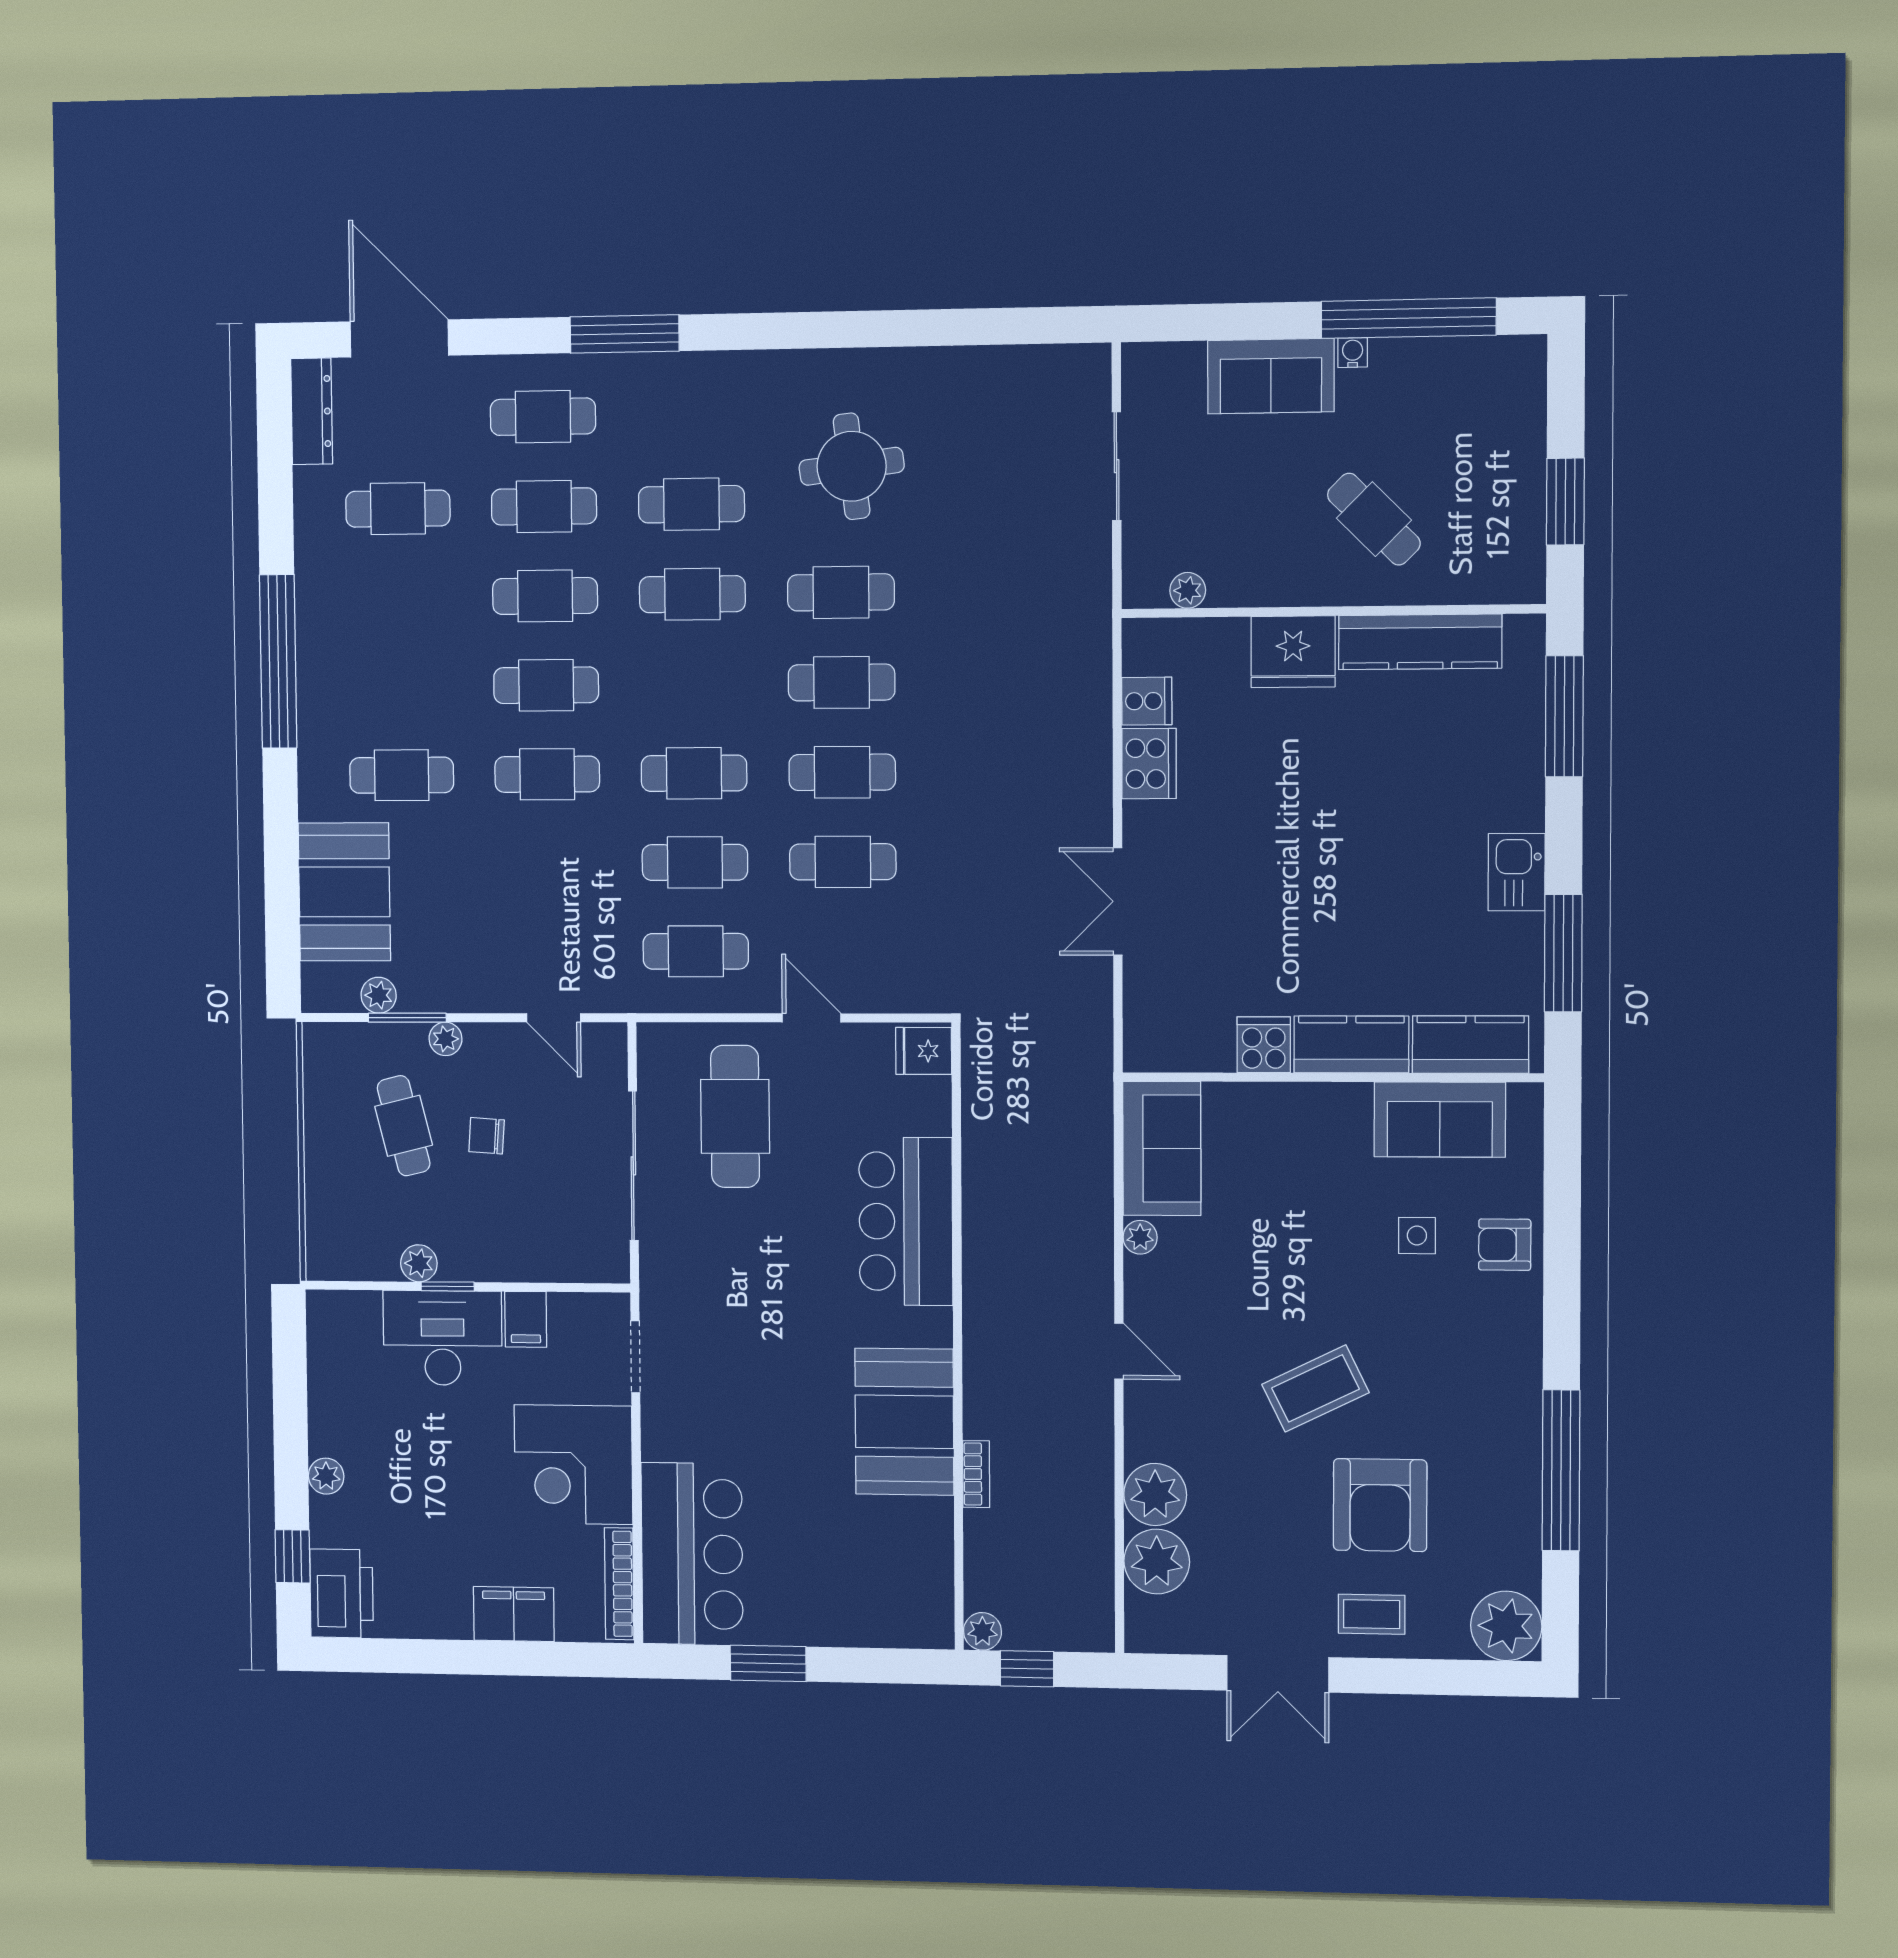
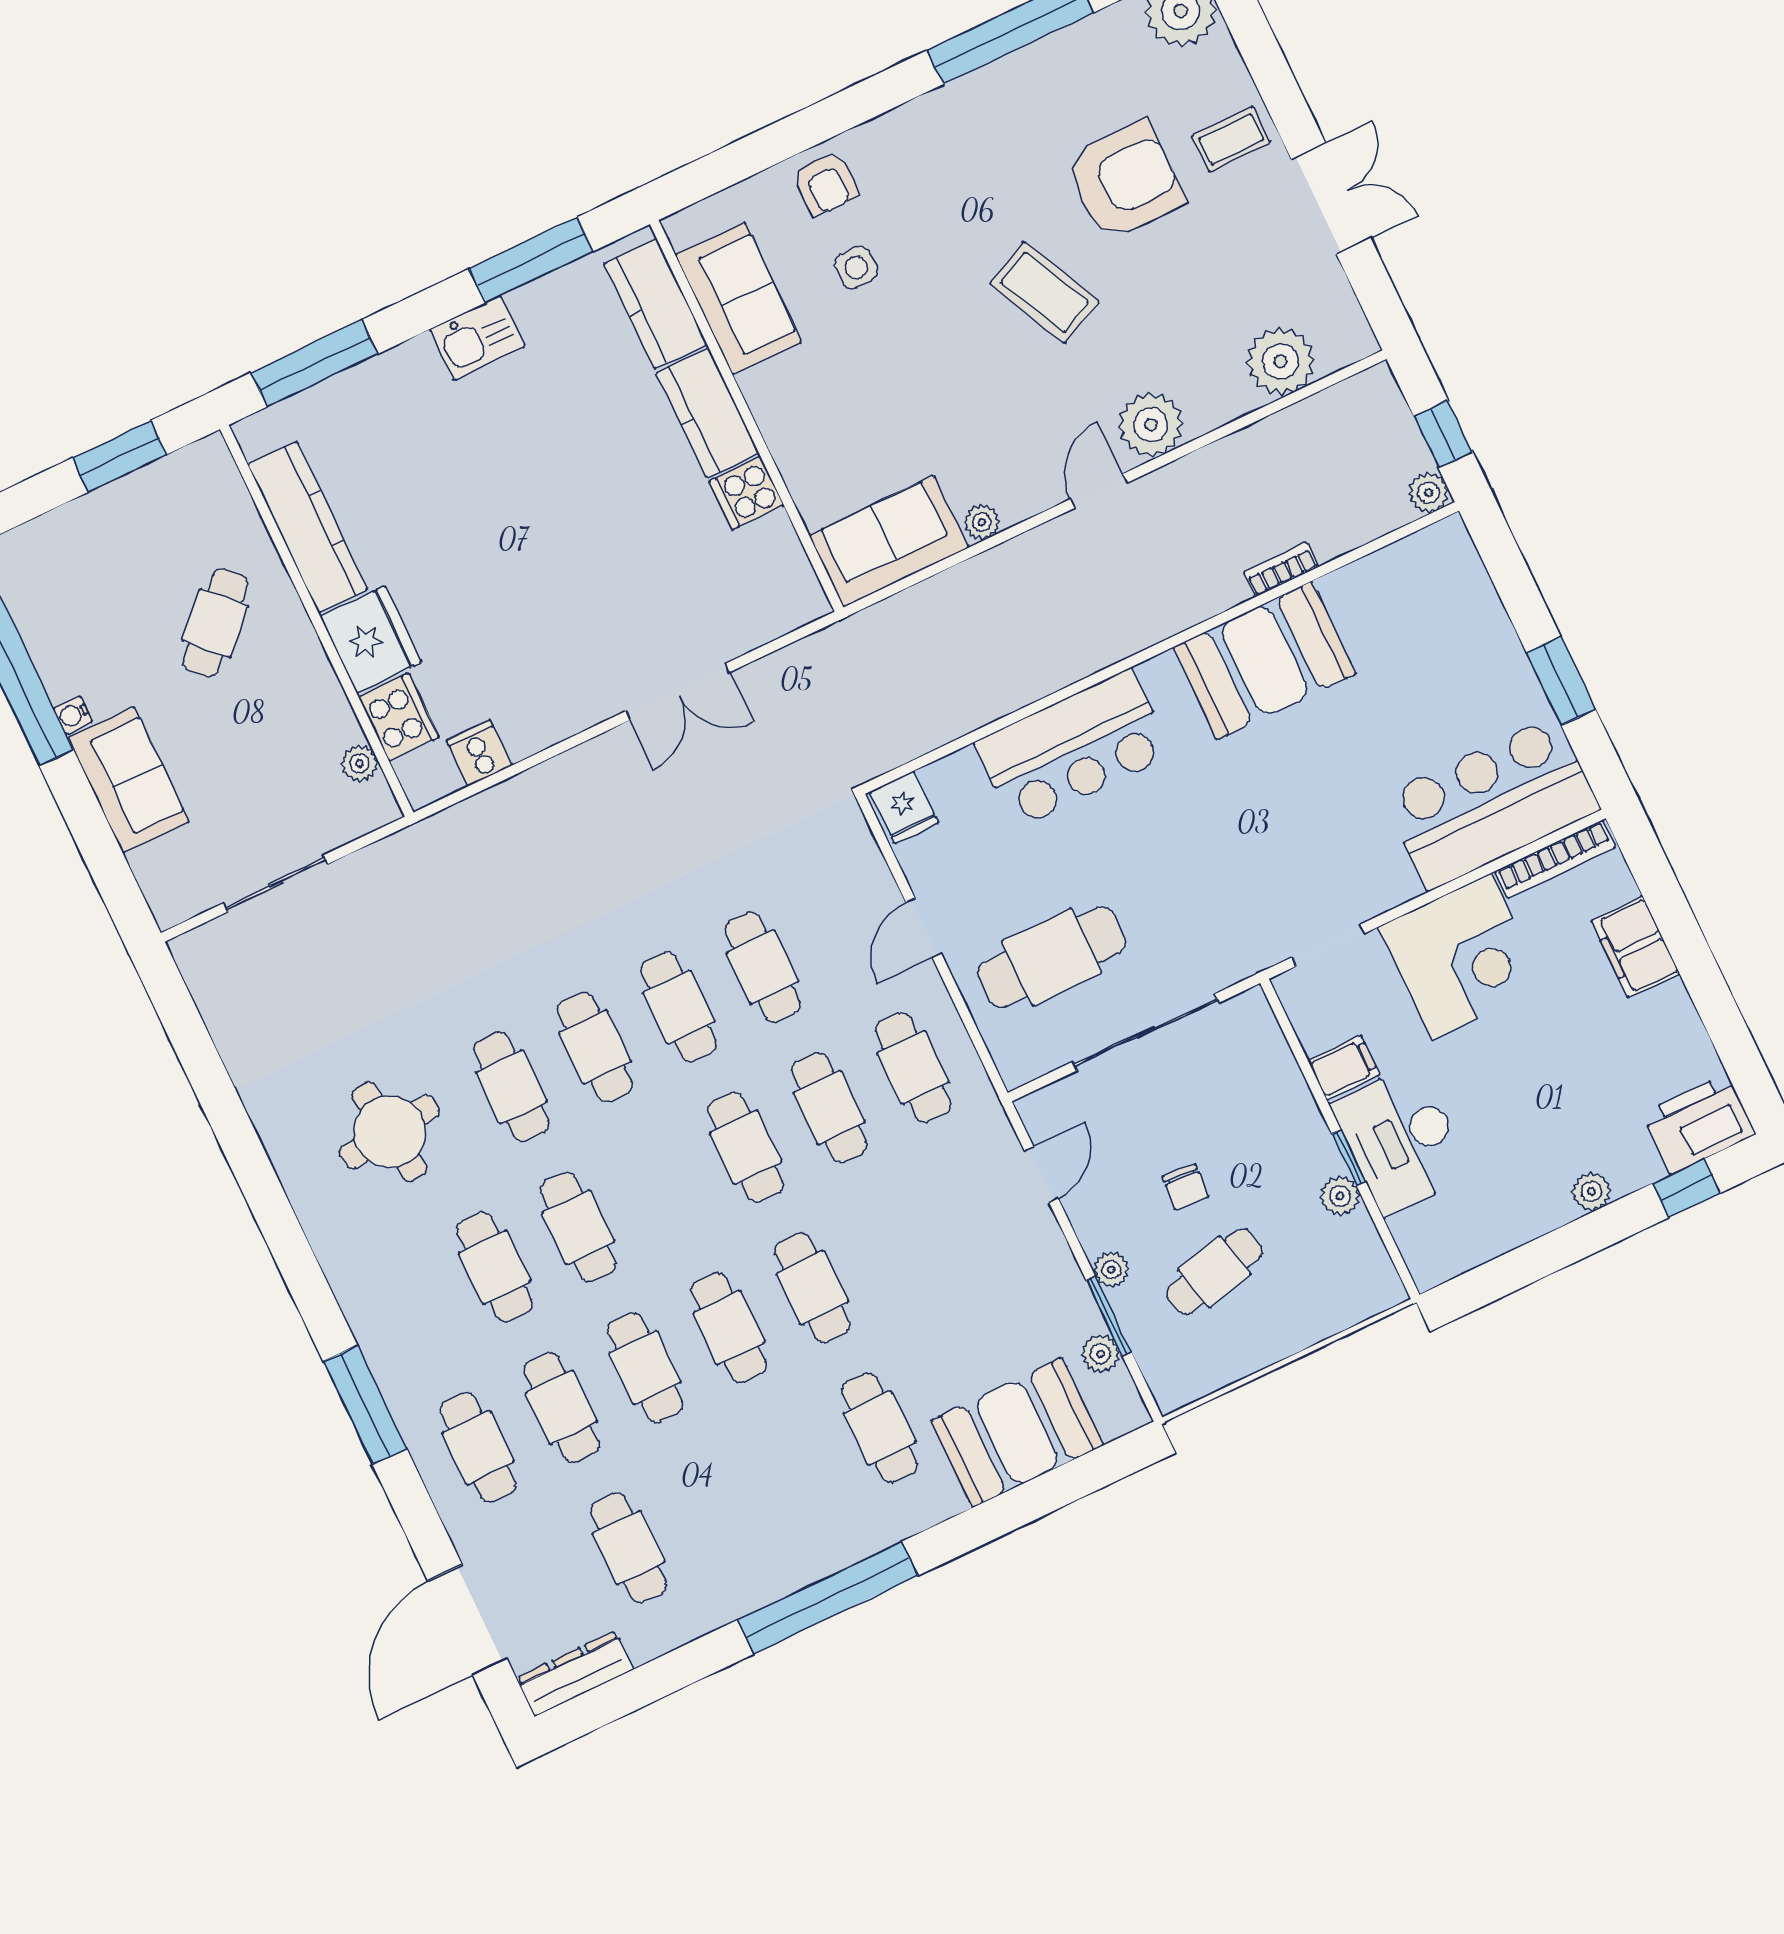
cooker: (1149, 764) -> (399, 717), moved, turned 90
plant: (1155, 1494) -> (1151, 425), moved
coffee table: (1372, 1614) -> (1231, 139), turned 90

